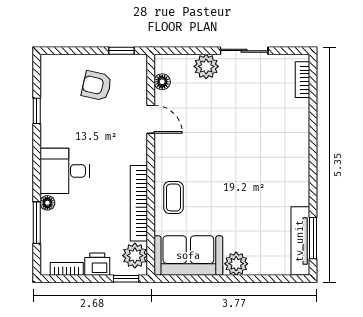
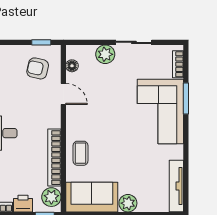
armchair: (97, 86) -> (38, 68), moved
corner sofa: (279, 142) -> (160, 111), added
window: (313, 238) -> (186, 98), moved

